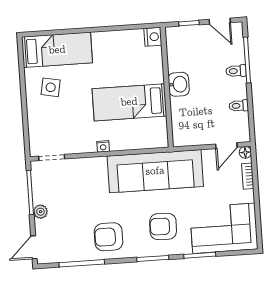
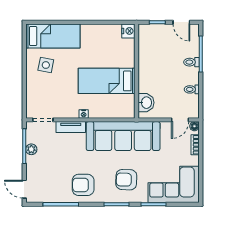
washbasin: (179, 84) -> (146, 103), moved
tv unit: (88, 164) -> (71, 127), added
plant: (41, 212) -> (31, 149), moved
door: (34, 247) -> (24, 189), hinge flipped

